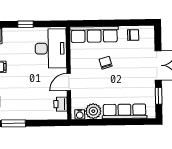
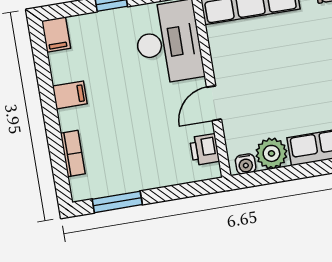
chair: (106, 63) -> (281, 54), removed

